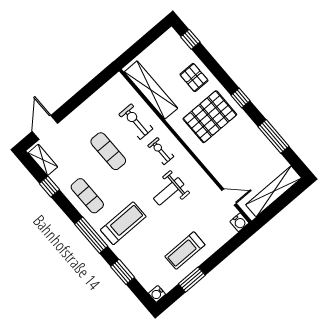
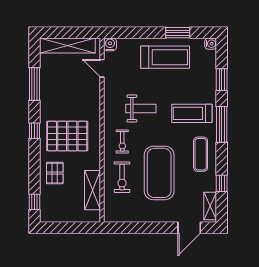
shelving: (151, 90) -> (93, 190), width x0.68
exercise mat: (108, 151) -> (159, 173), width x2.00, depth x1.45
treadmill: (185, 251) -> (165, 57), width x1.37, depth x1.38

